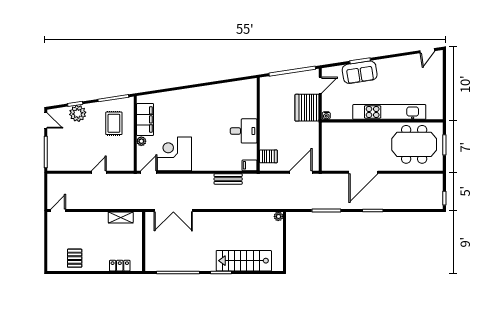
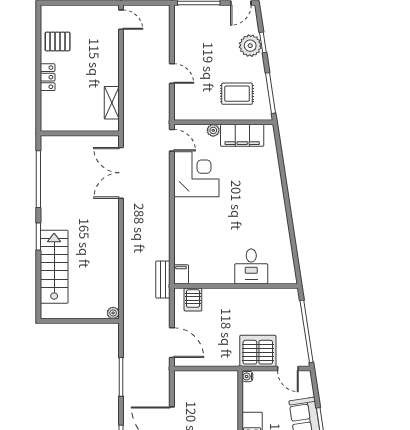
desk: (244, 131) -> (251, 266), moved
bench: (228, 179) -> (163, 280), moved
locker: (120, 266) -> (48, 77), moved

